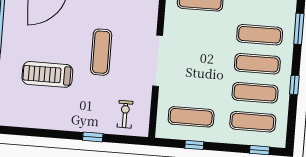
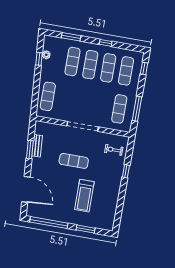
window: (194, 145) -> (137, 109), width x2.17

